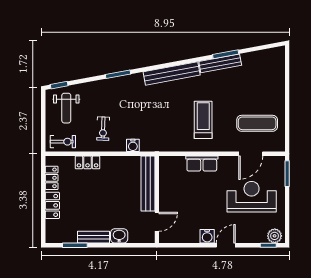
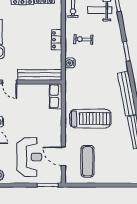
treadmill: (203, 120) -> (90, 119), width x1.37, depth x1.38
locker: (87, 162) -> (57, 40), moved
row of seats: (202, 164) -> (56, 96), moved

